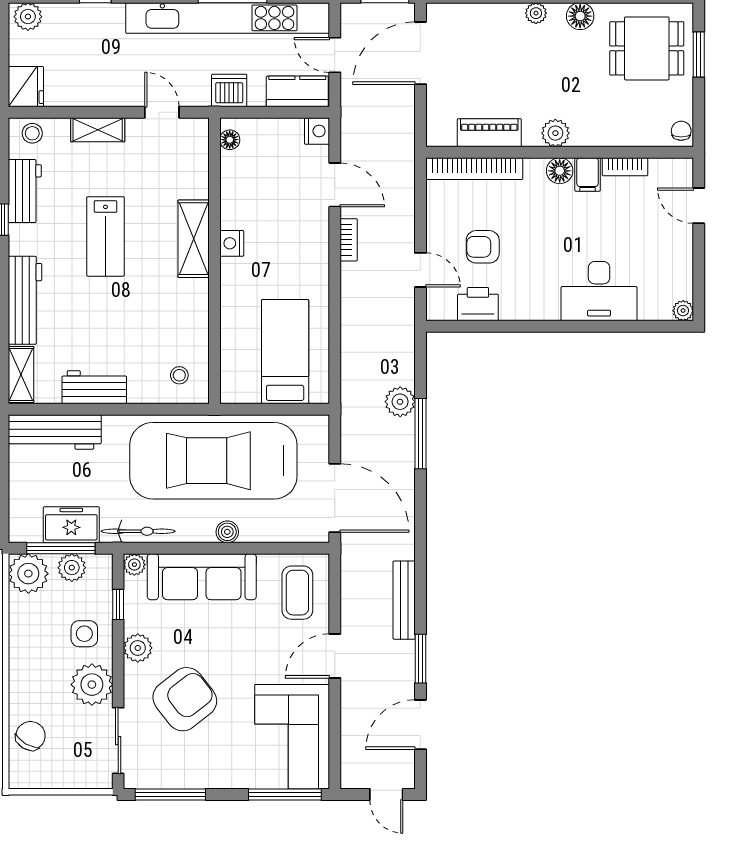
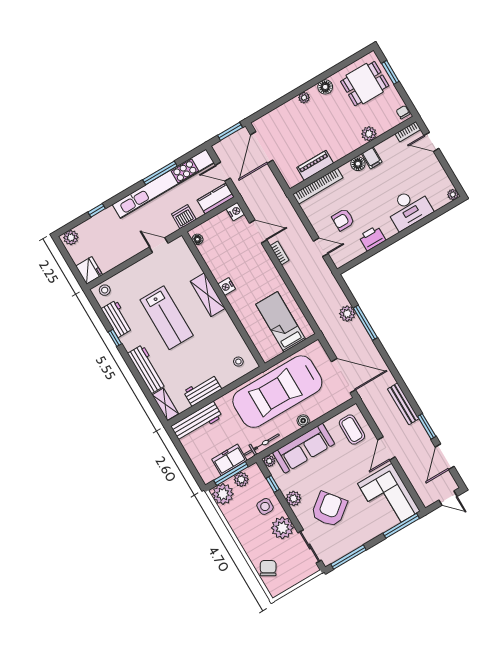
shelving: (98, 130) -> (134, 271), removed
plant: (555, 133) -> (369, 134), moved
bookcase: (625, 167) -> (408, 132), moved
lab bench: (105, 236) -> (167, 318), width x1.36, depth x1.39
printer: (478, 304) -> (372, 238), moved

